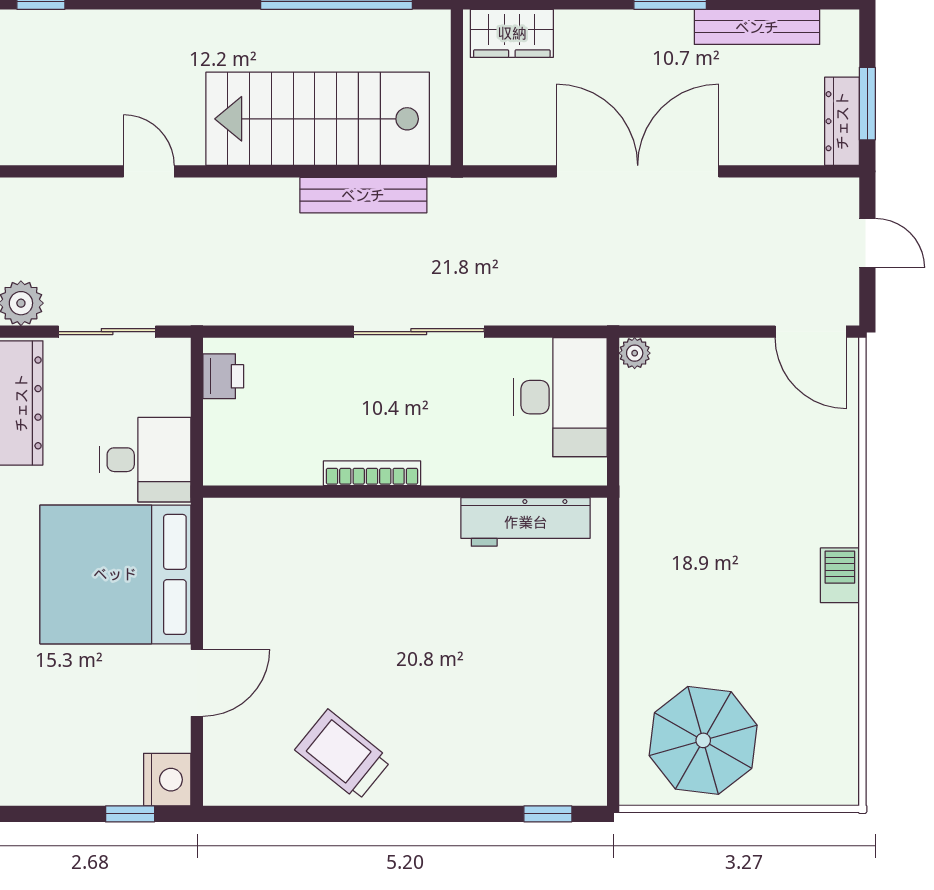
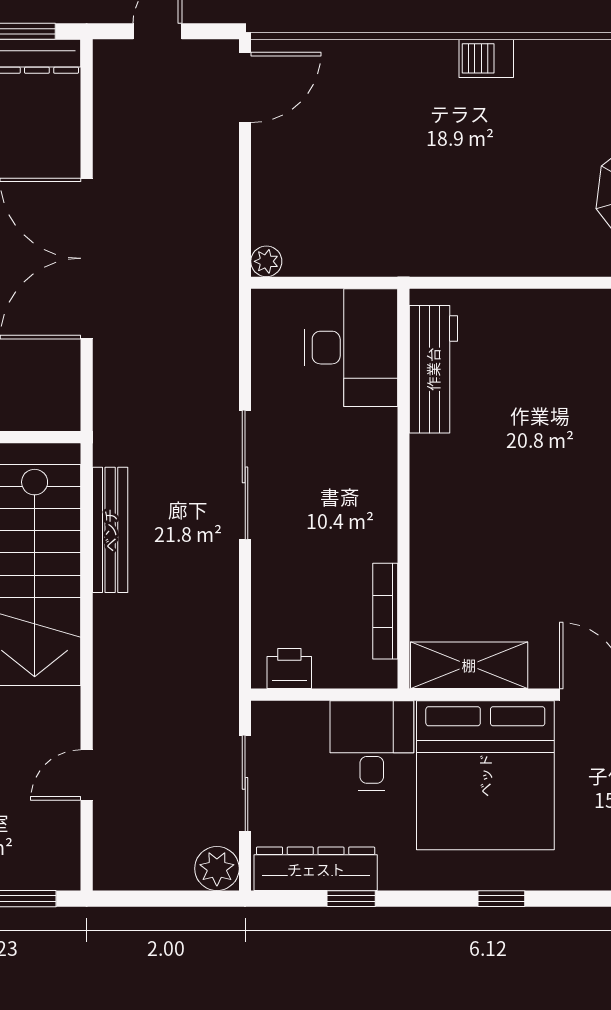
door: (149, 171) -> (87, 775), moved
desk: (560, 397) -> (351, 348), moved, turned 90
bookcase: (372, 473) -> (385, 611), moved
shelving: (226, 558) -> (469, 665), added

